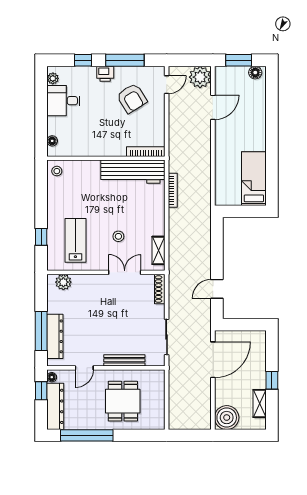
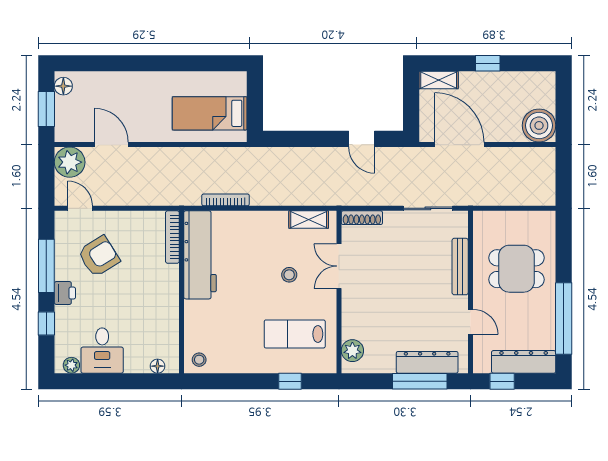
bed: (254, 179) -> (210, 113), moved
floor lamp: (52, 377) -> (483, 367), removed
shelving: (260, 403) -> (439, 80), moved

